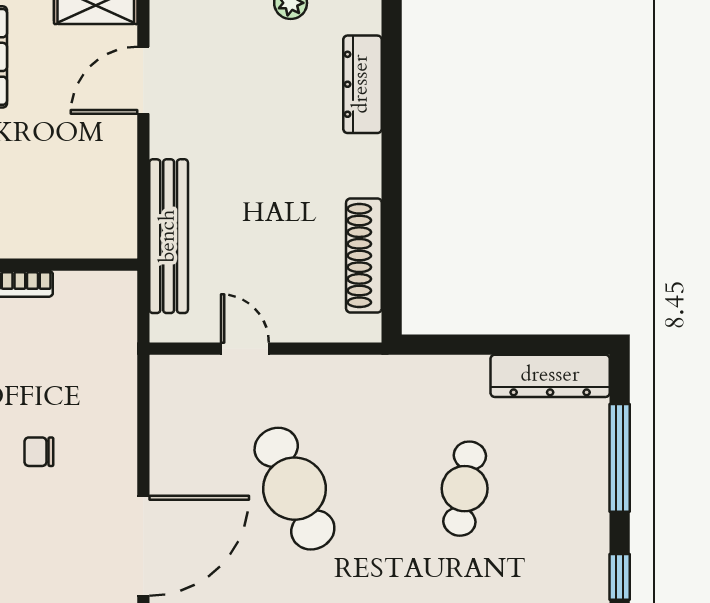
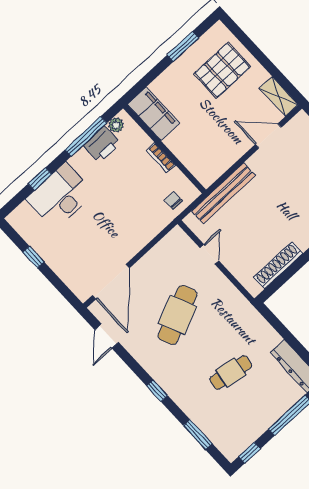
chair: (39, 452) -> (173, 200), moved
door: (143, 546) -> (111, 282), hinge flipped

